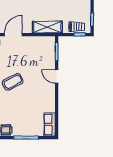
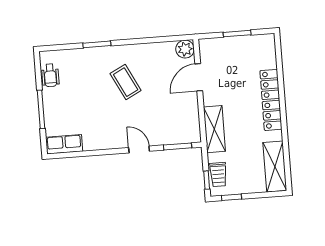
door: (13, 35) -> (199, 77), swing flipped
door: (57, 76) -> (139, 149), hinge flipped

